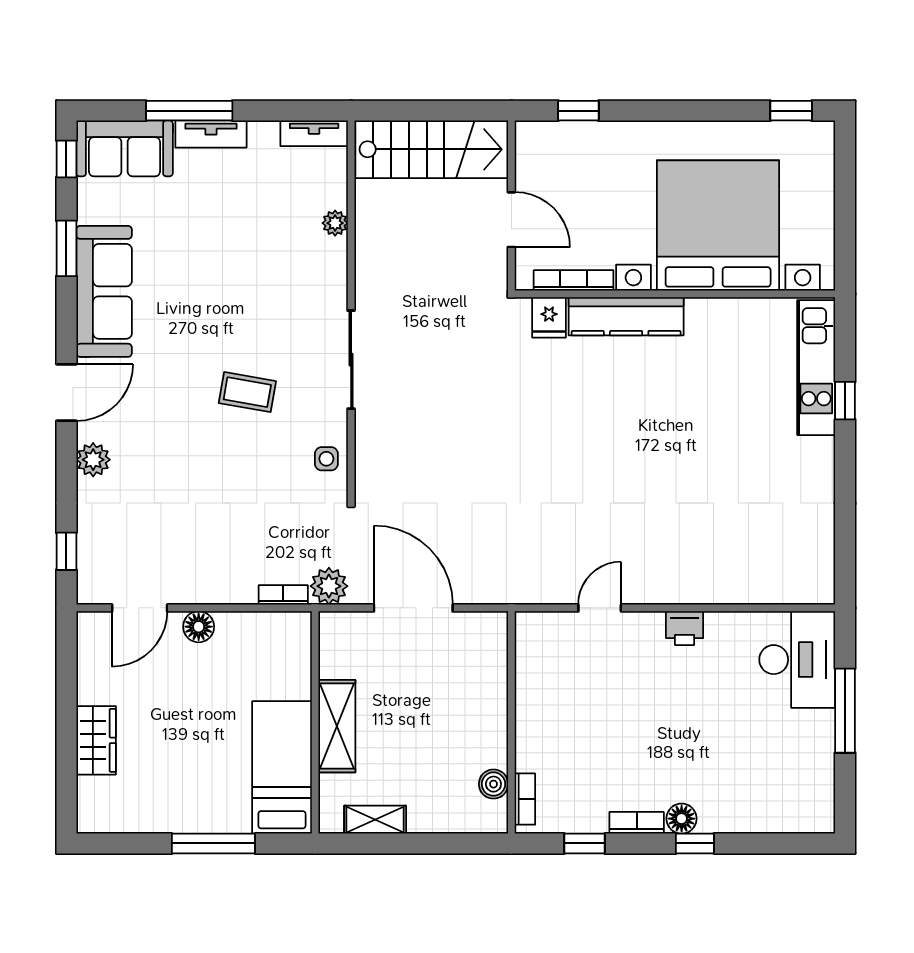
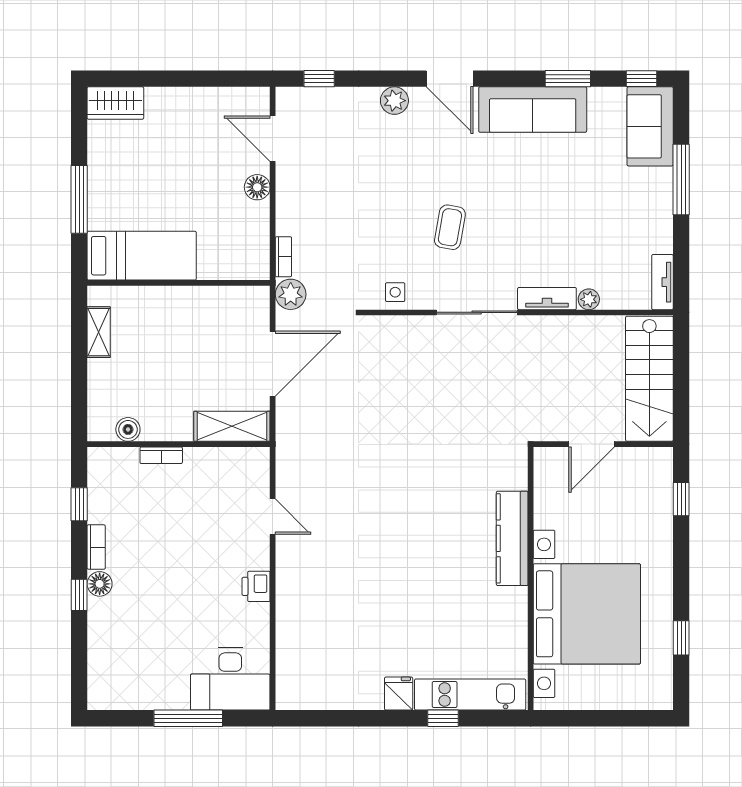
window: (791, 111) -> (681, 638), moved
tv unit: (211, 134) -> (547, 299), moved, turned 90
bookcase: (574, 280) -> (542, 495), removed
fridge: (549, 317) -> (399, 694), moved, turned 90
shelving: (337, 726) -> (232, 426), moved
wardrobe: (96, 740) -> (115, 103), moved
bookcase: (525, 799) -> (161, 455), moved

